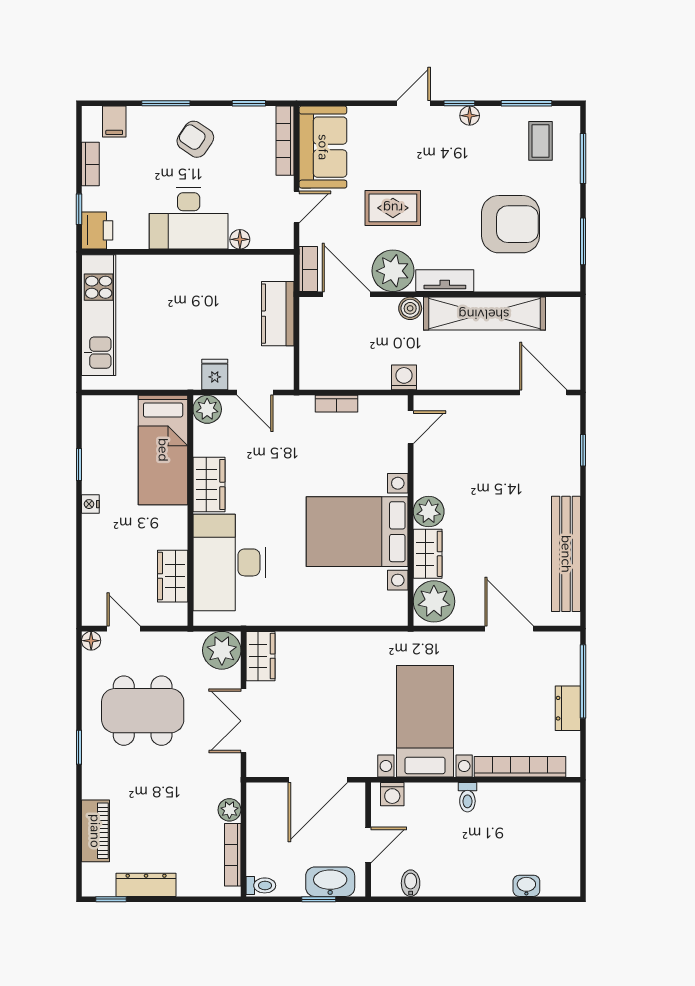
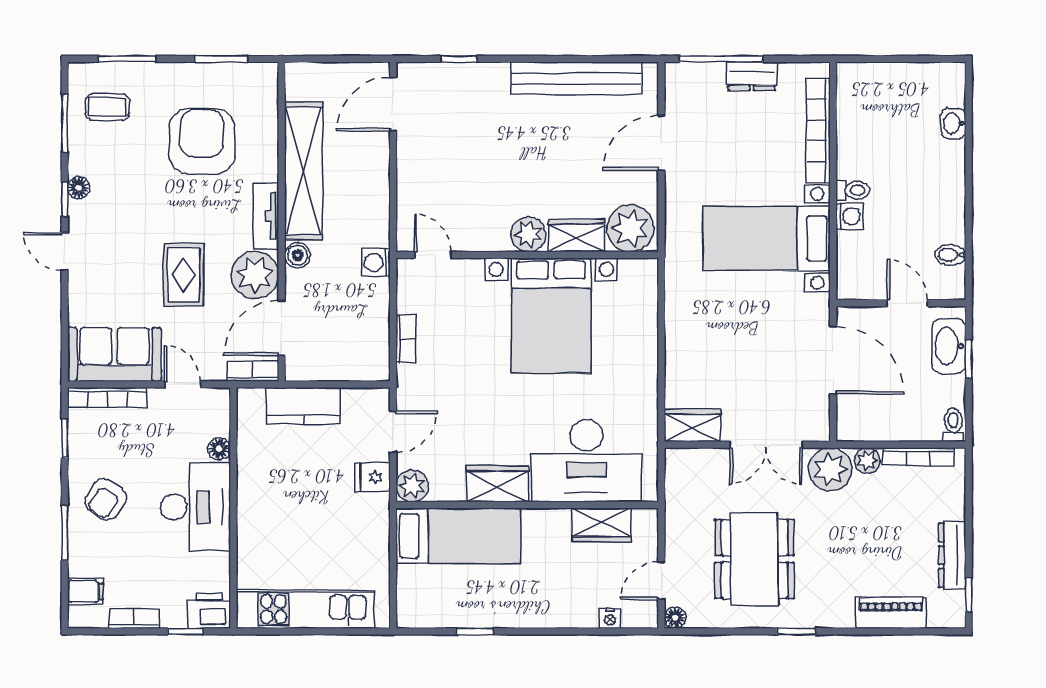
nightstand: (90, 504) -> (610, 618), moved
plant: (222, 650) -> (830, 469), moved
washing machine: (392, 794) -> (849, 216), moved

